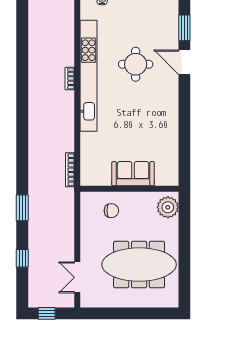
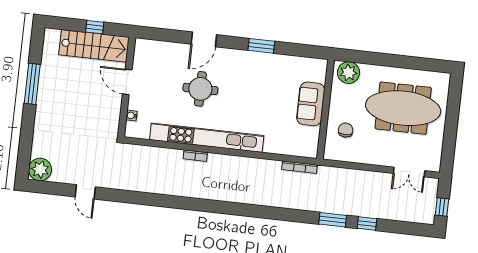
window: (184, 28) -> (261, 46), moved
bookcase: (70, 78) -> (195, 156), moved
window: (22, 258) -> (367, 224), moved
meeting table: (139, 265) -> (403, 108), turned 90

